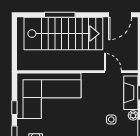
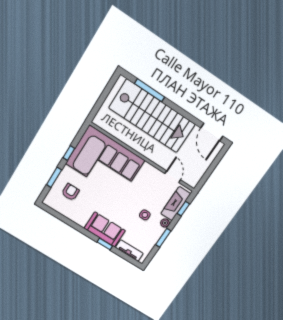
window: (60, 15) -> (150, 90), moved
door: (120, 15) -> (212, 132), hinge flipped

